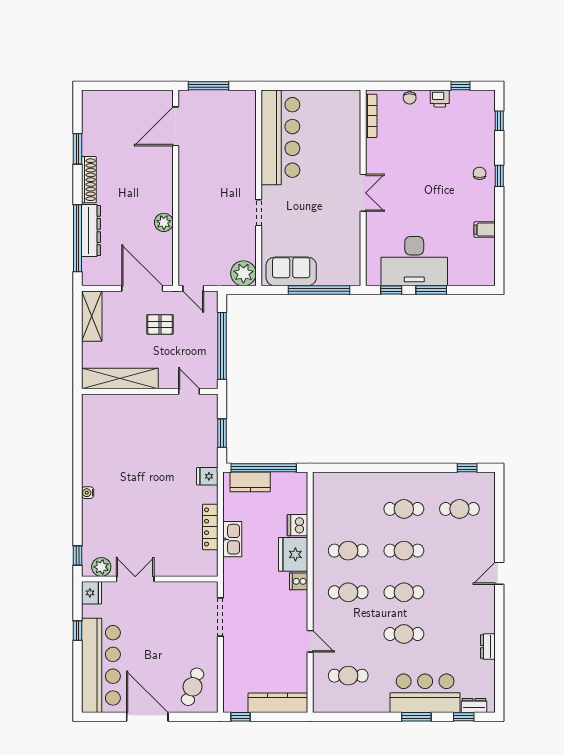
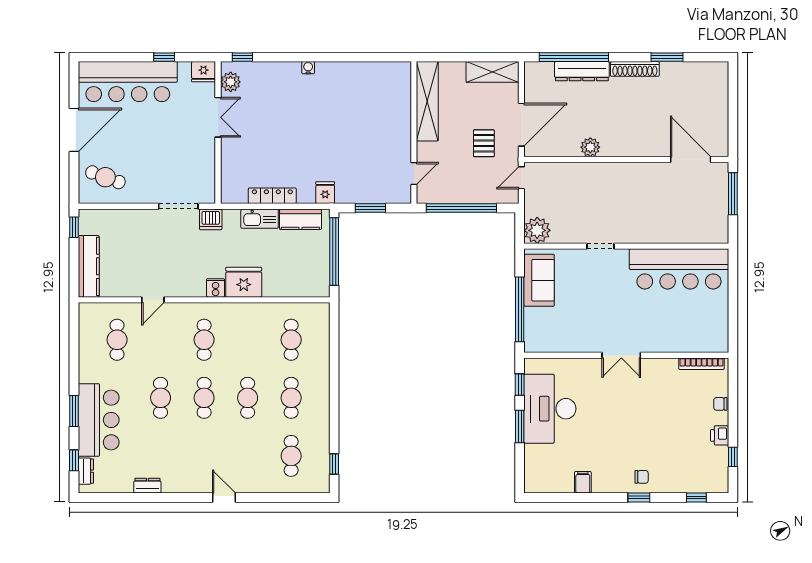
kitchen counter: (250, 482) -> (301, 219), moved, turned -90
dishwasher: (297, 525) -> (211, 219), moved, turned 180
cafe table: (348, 551) -> (291, 340), moved

